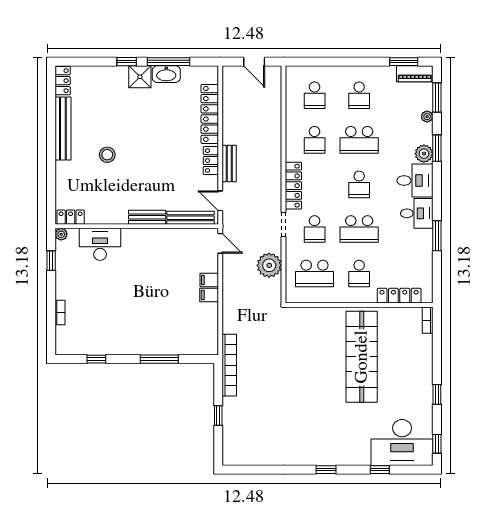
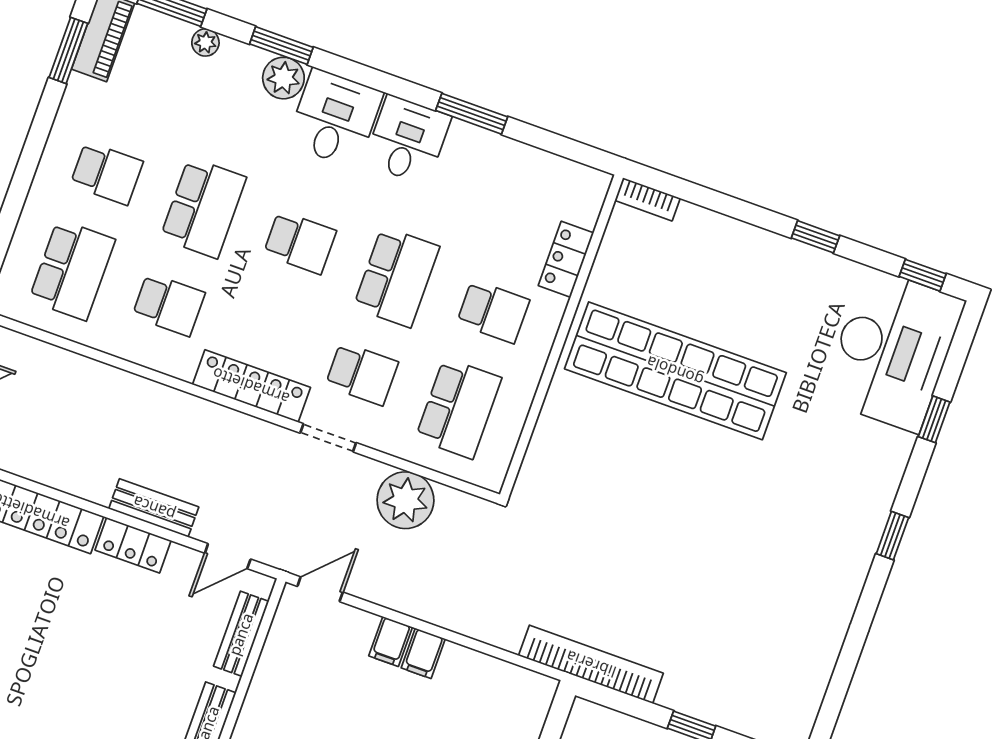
school desk: (315, 95) -> (72, 270), width x1.85
bench: (191, 218) -> (241, 634), width x0.73
locker: (399, 296) -> (566, 259), width x0.66

